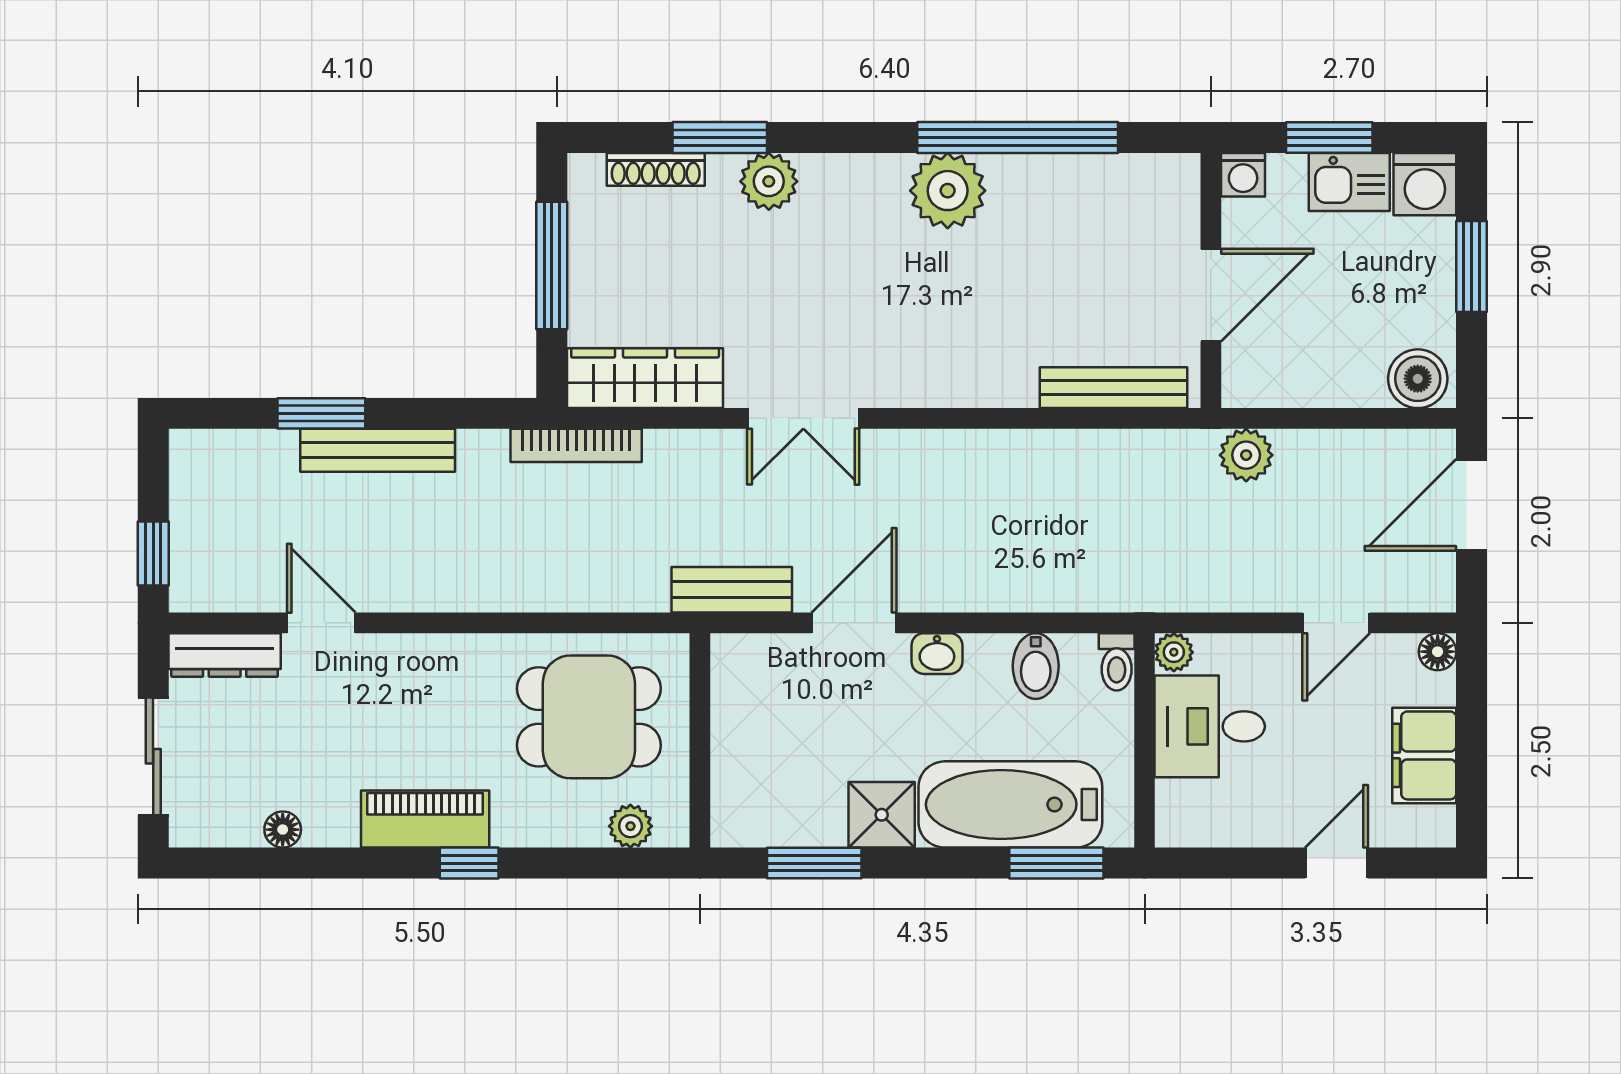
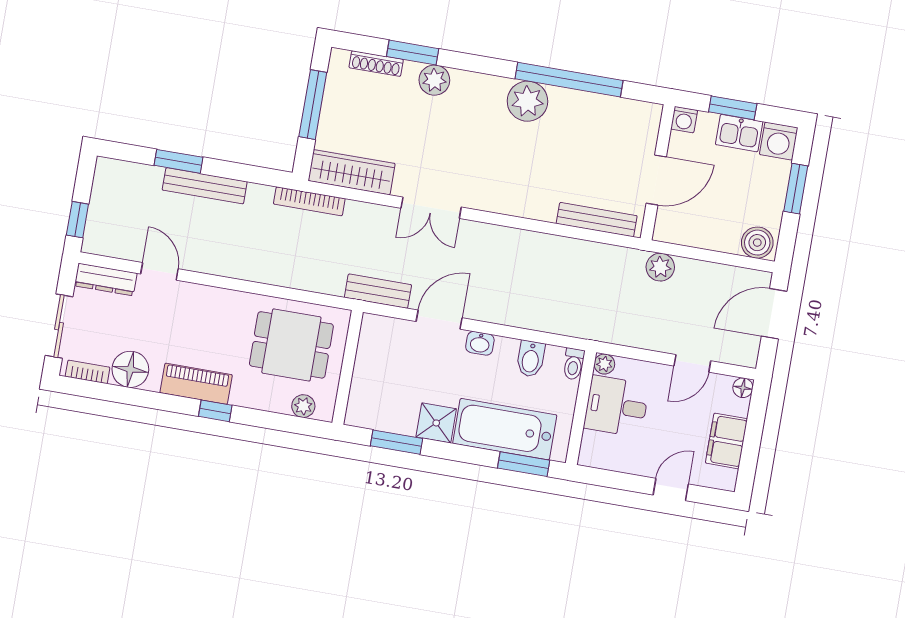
floor lamp: (283, 830) -> (130, 369), width x1.89, depth x1.89
bookcase: (221, 832) -> (88, 372), added

